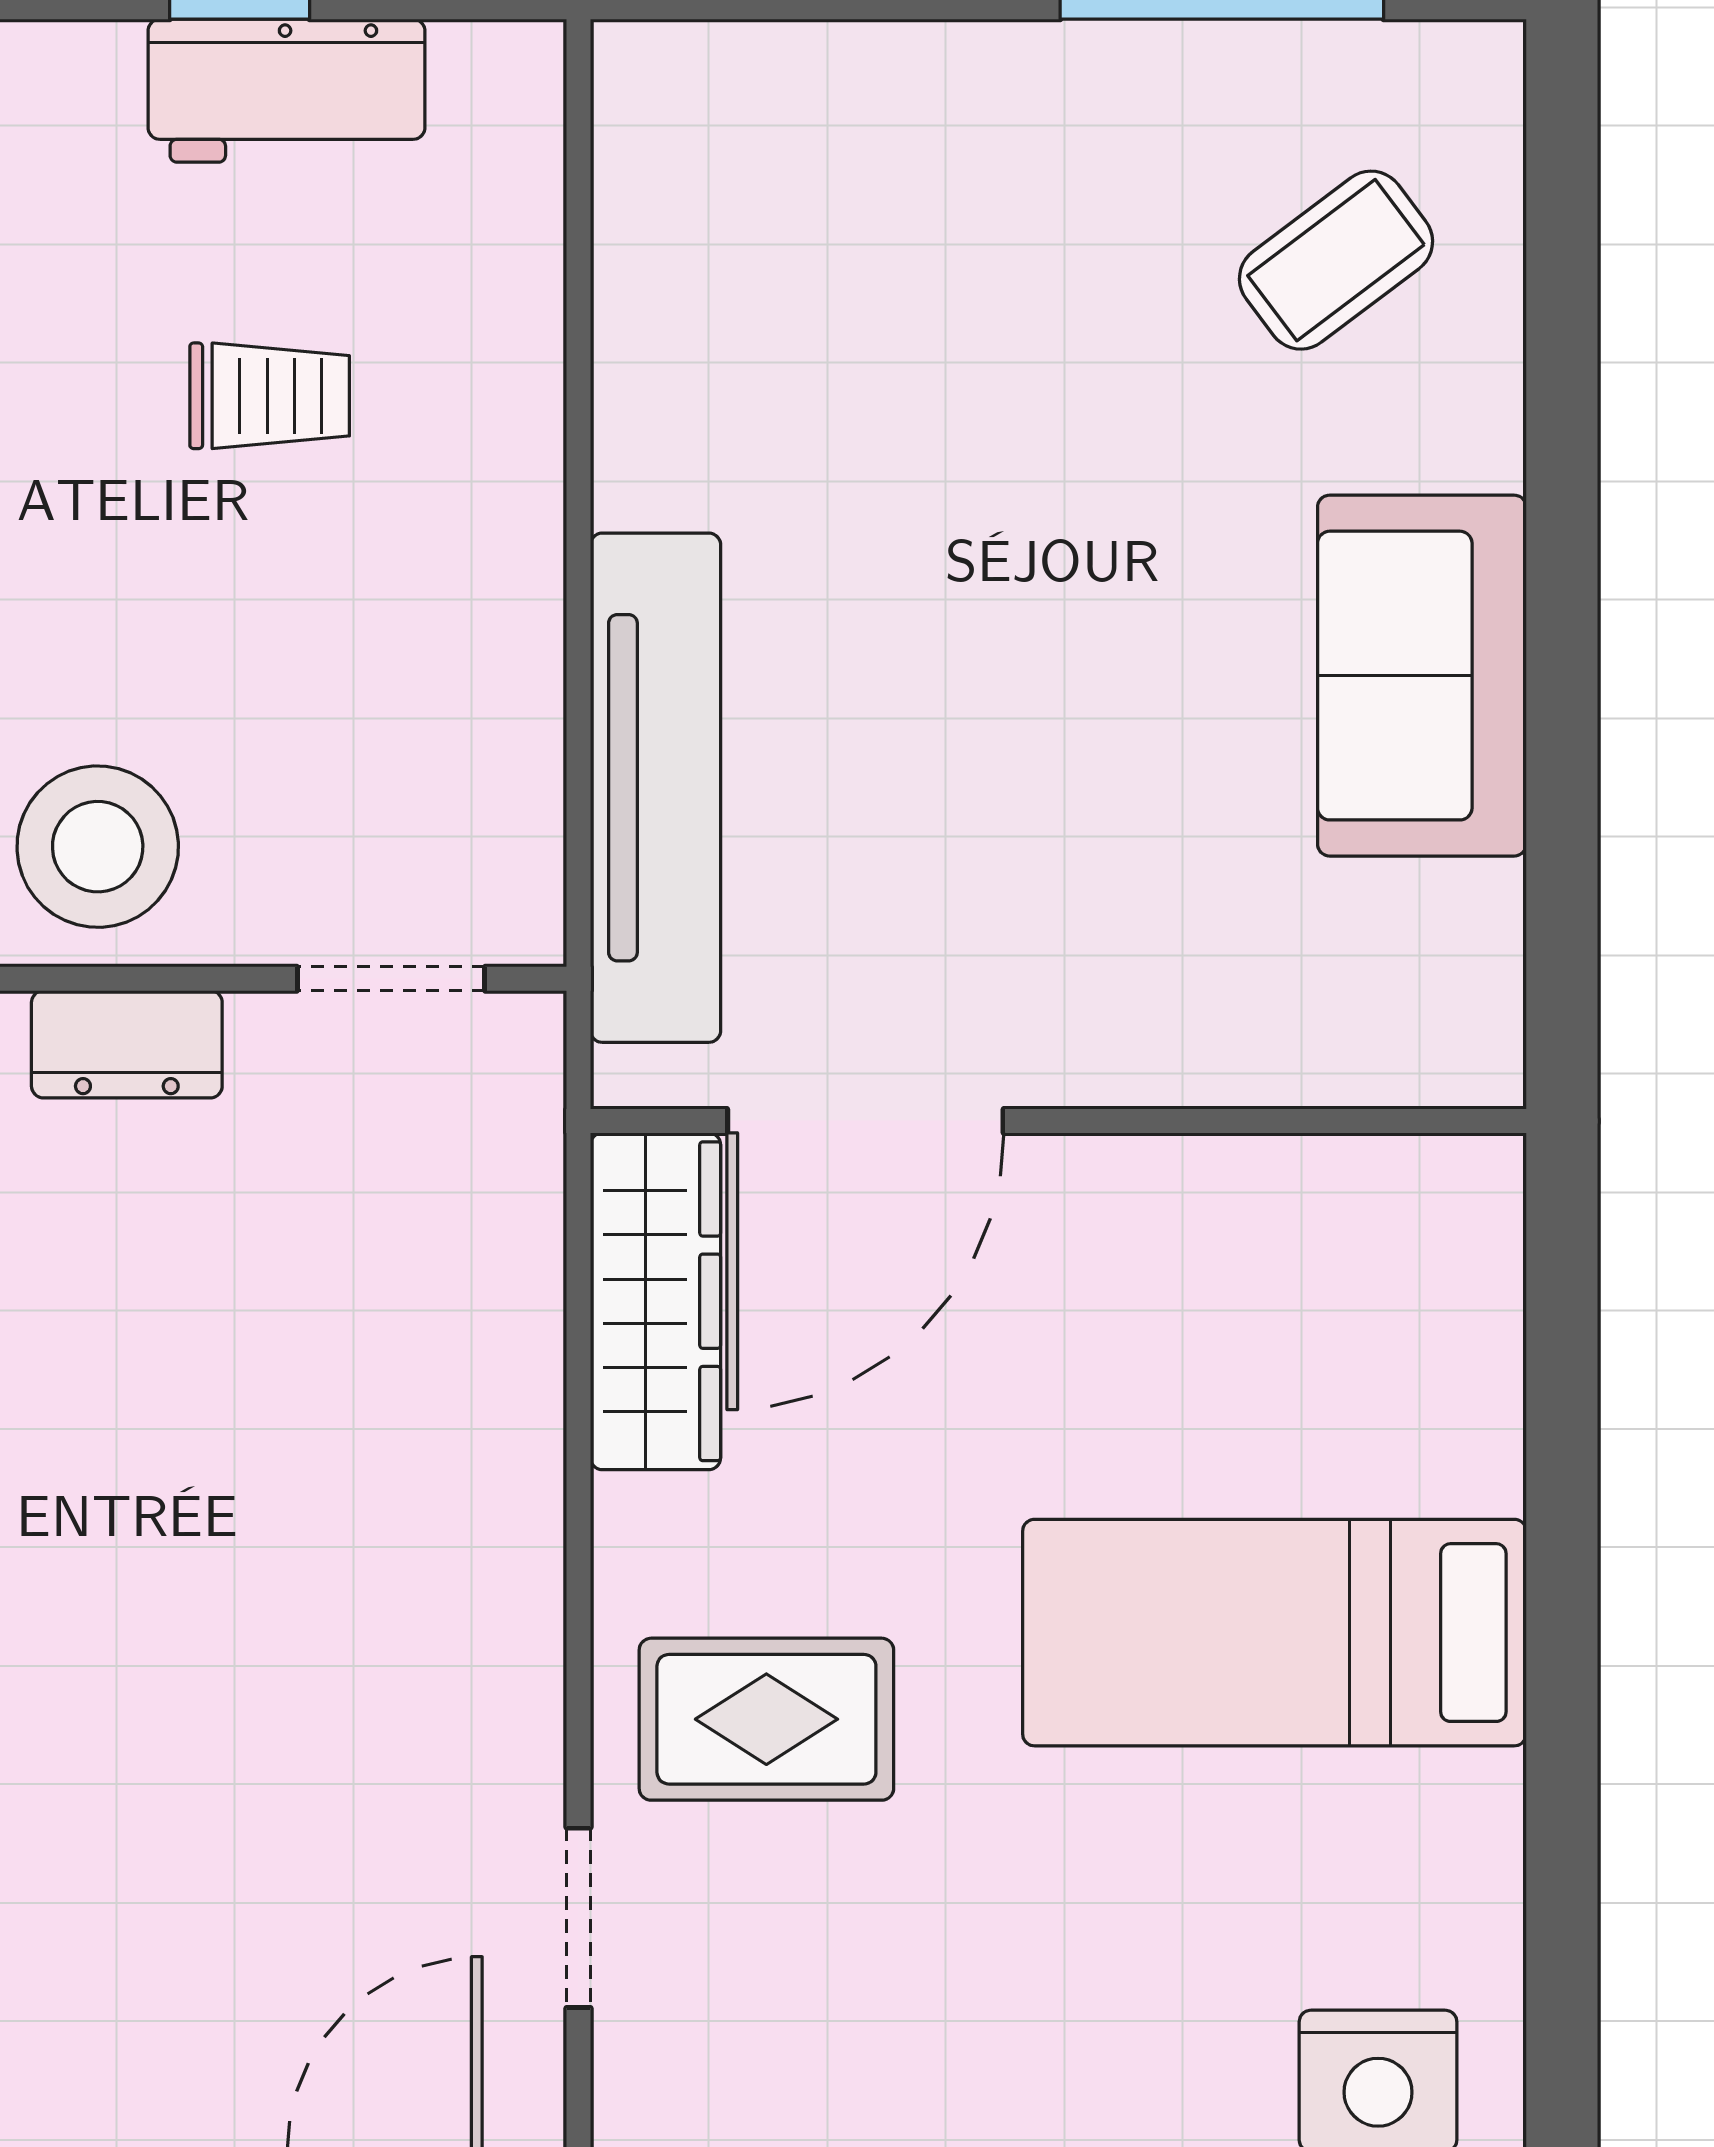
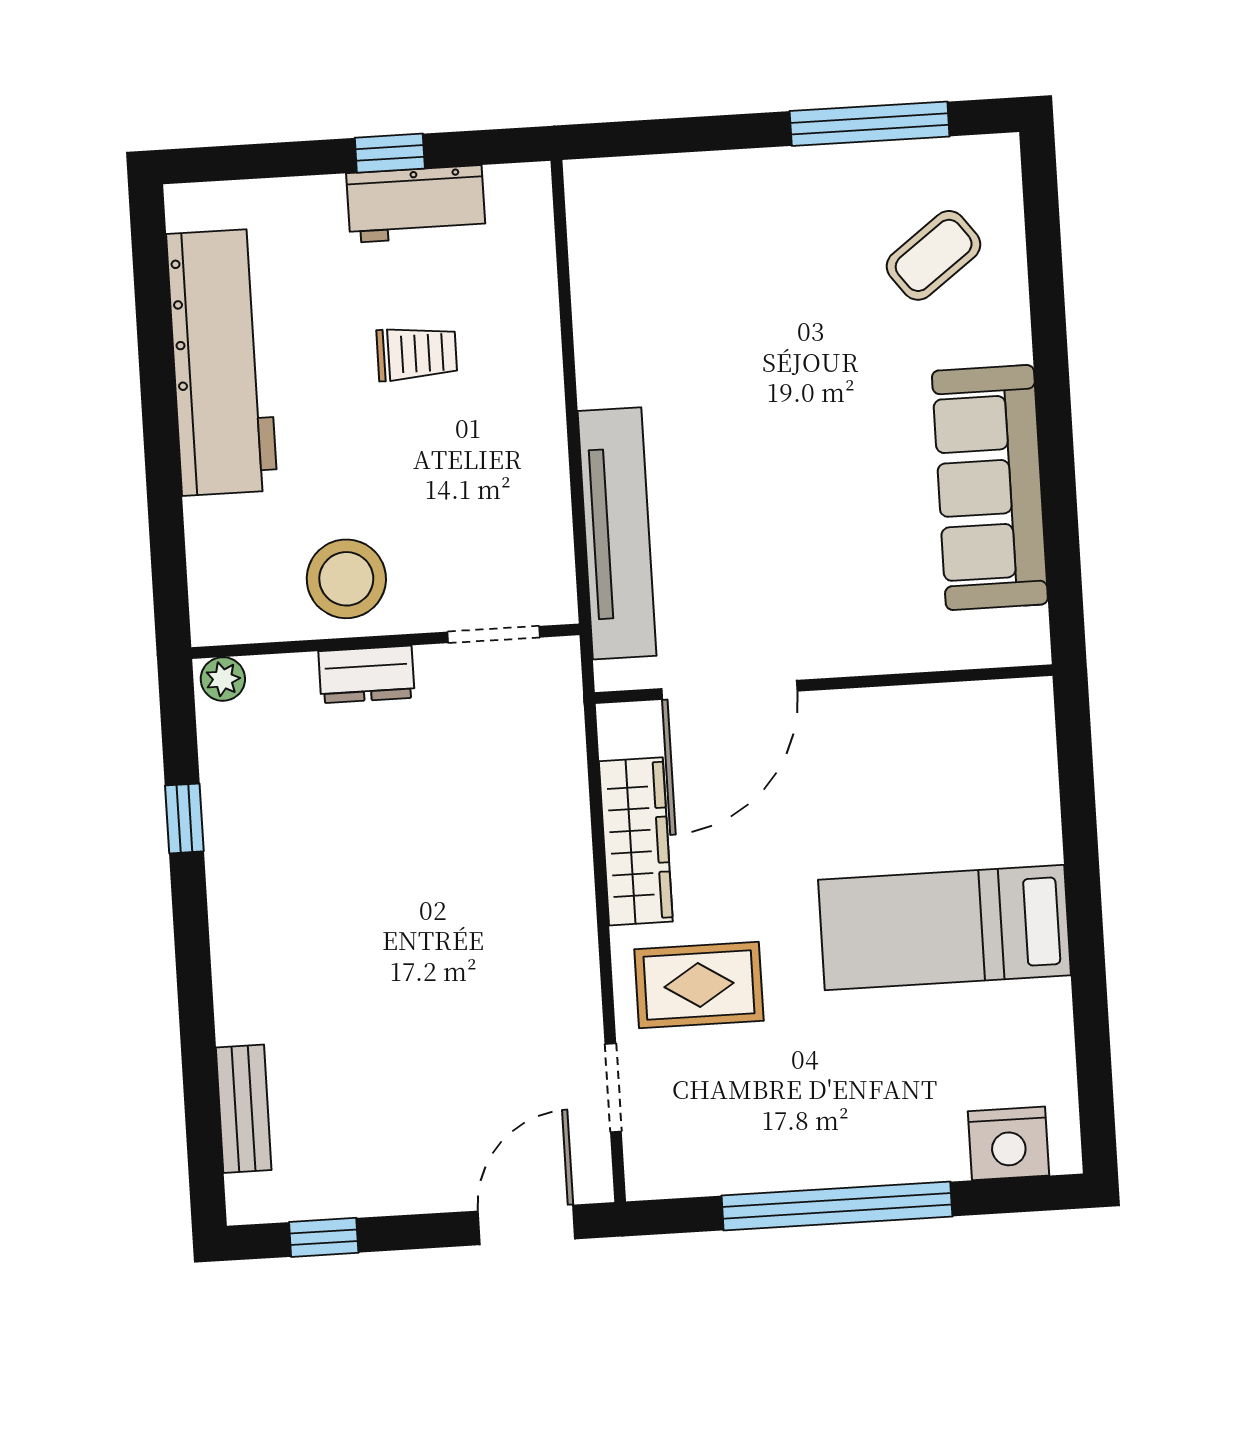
sofa: (1422, 676) -> (990, 487), width x1.36
wardrobe: (655, 1301) -> (636, 841), moved

